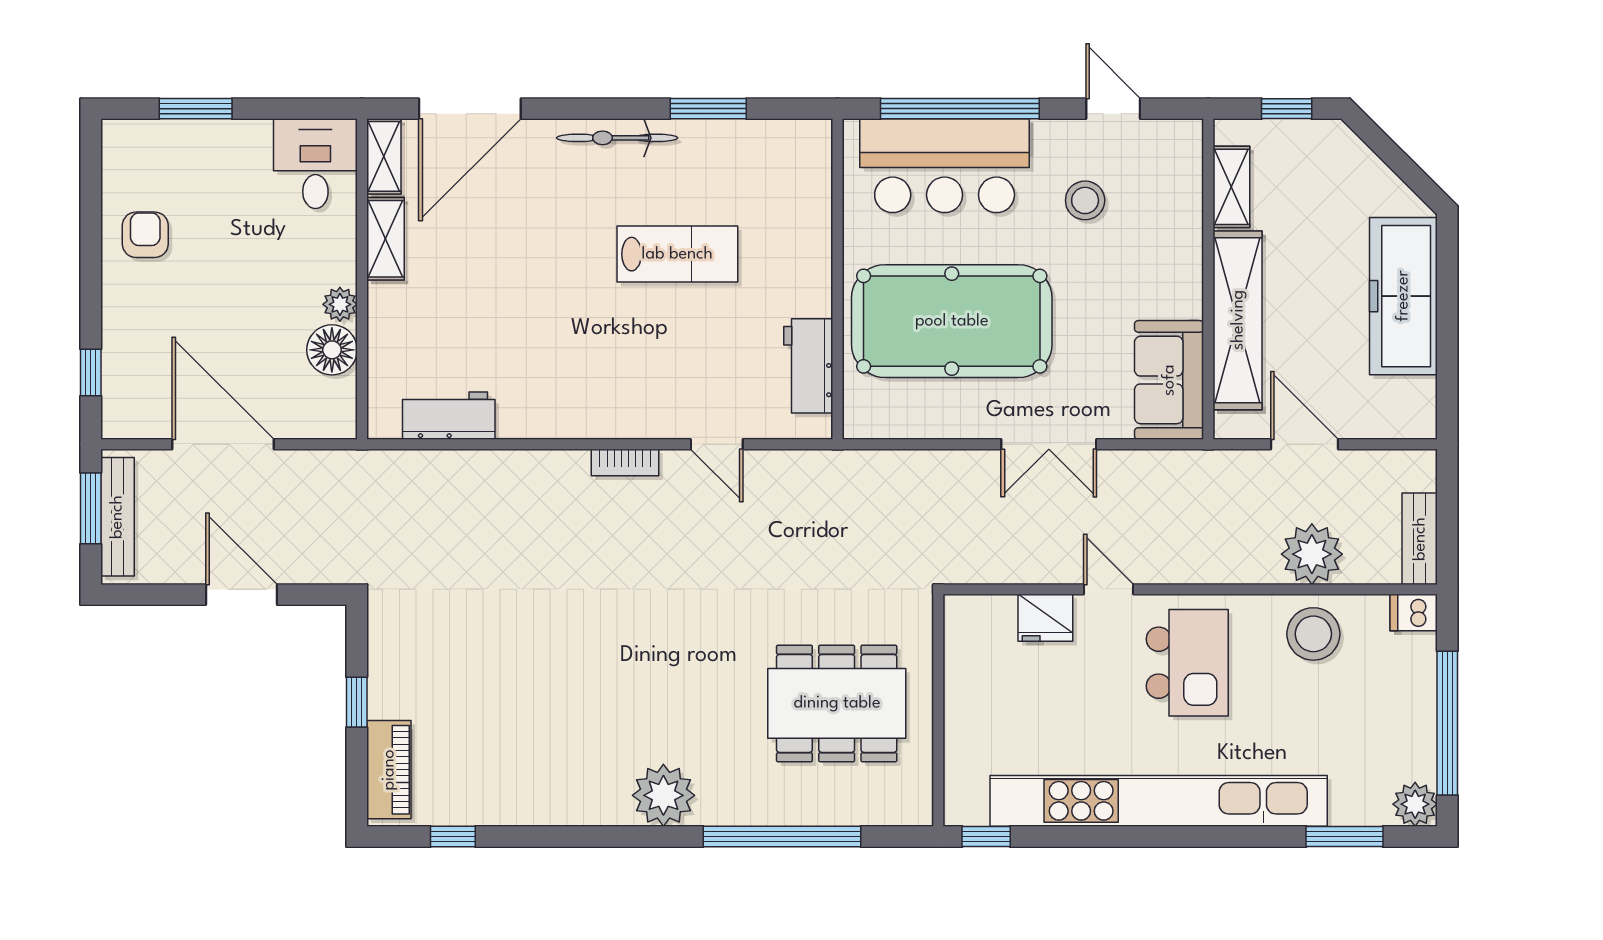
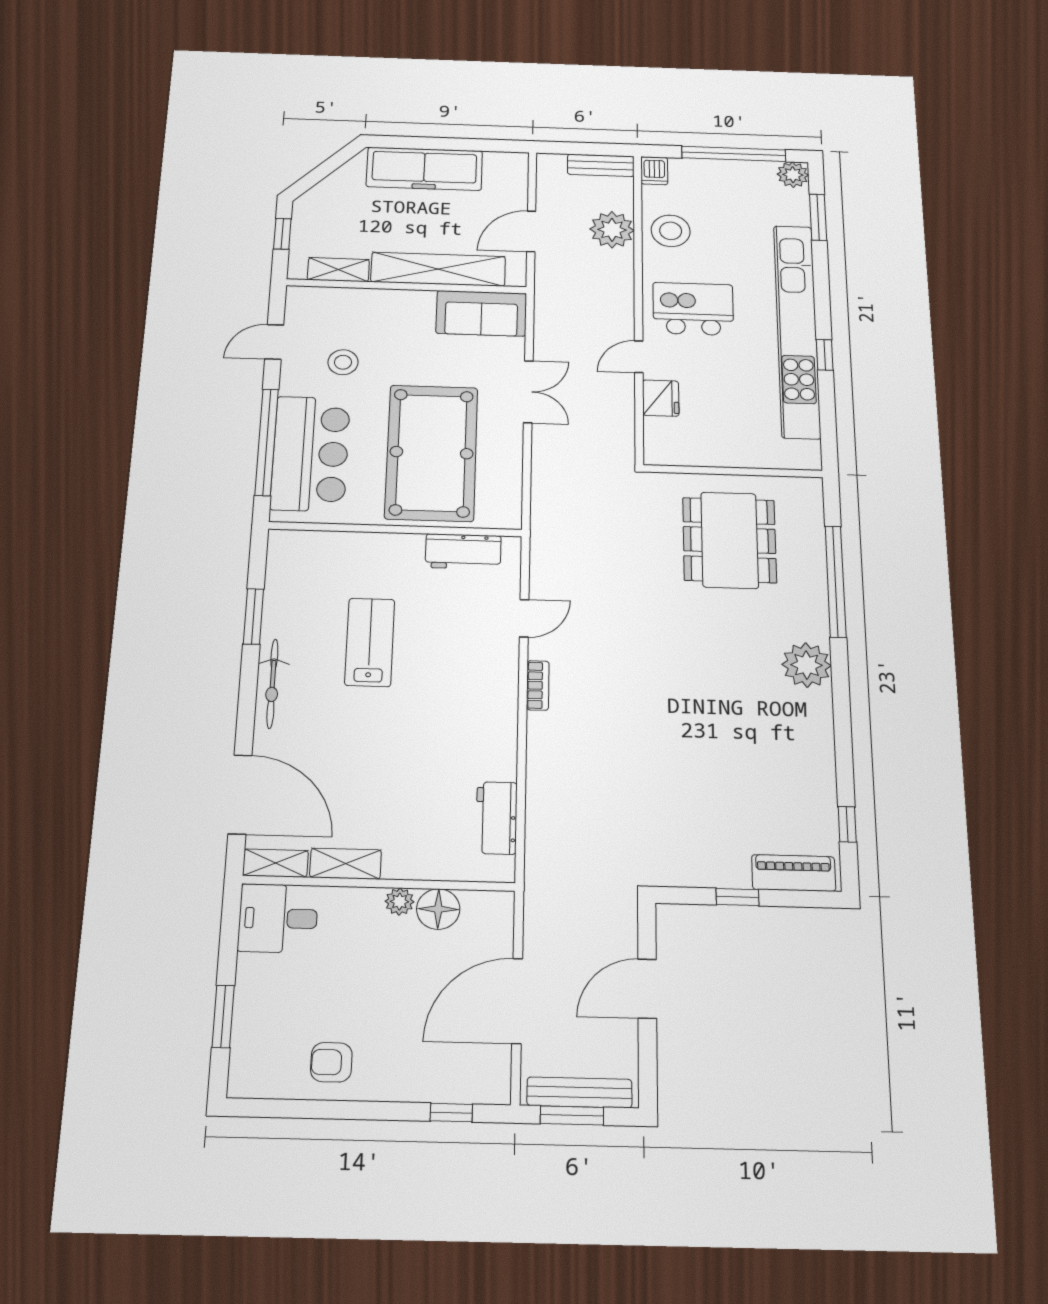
window: (986, 836) -> (825, 355), moved

